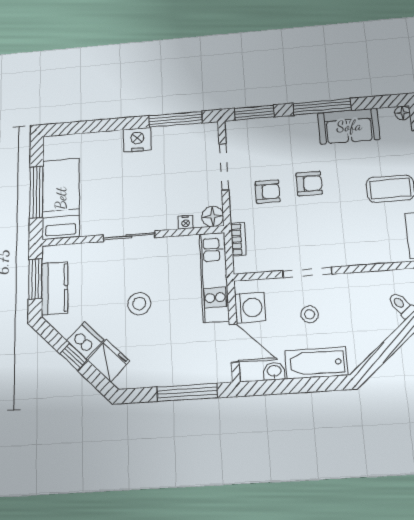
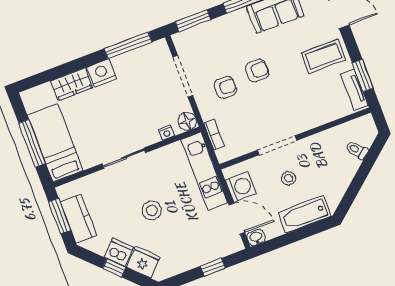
wardrobe: (101, 143) -> (72, 84), added
washbasin: (274, 371) -> (256, 238), moved
window: (187, 392) -> (213, 267), width x0.46

